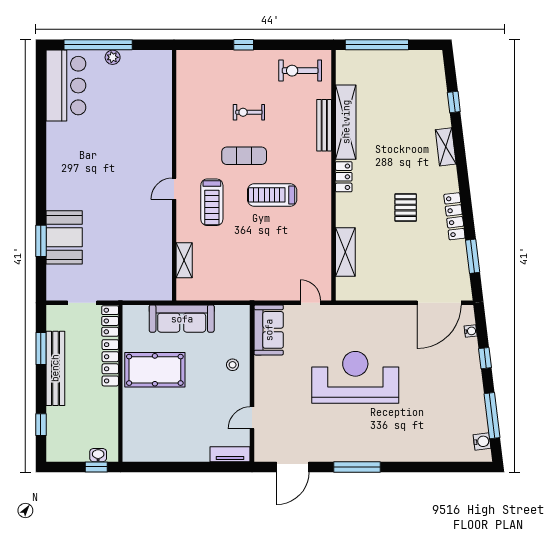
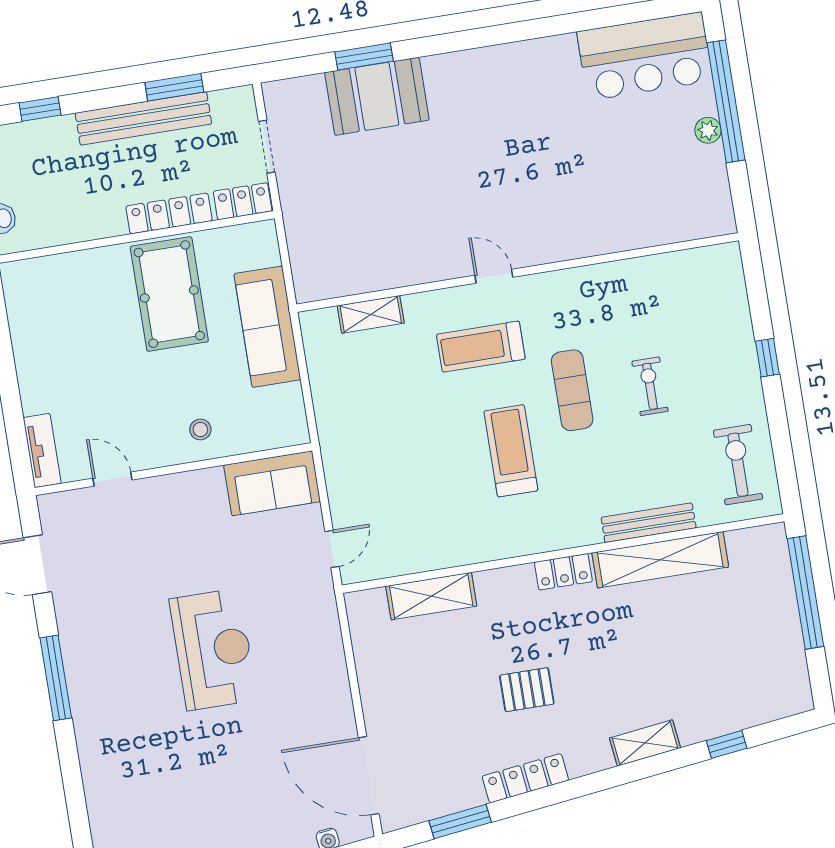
reception desk: (355, 377) -> (213, 649), width x0.74, depth x0.77

